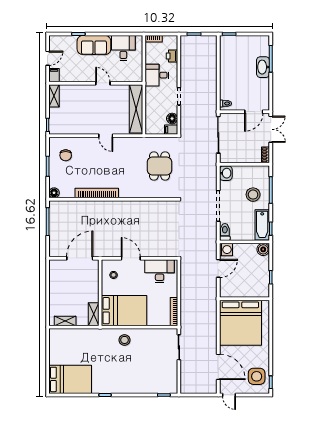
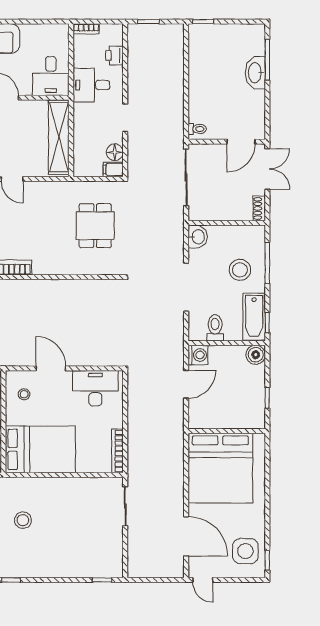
desk: (123, 48) -> (51, 76), moved, turned 180
toilet: (225, 232) -> (215, 328), moved
stool: (125, 340) -> (23, 520), moved

